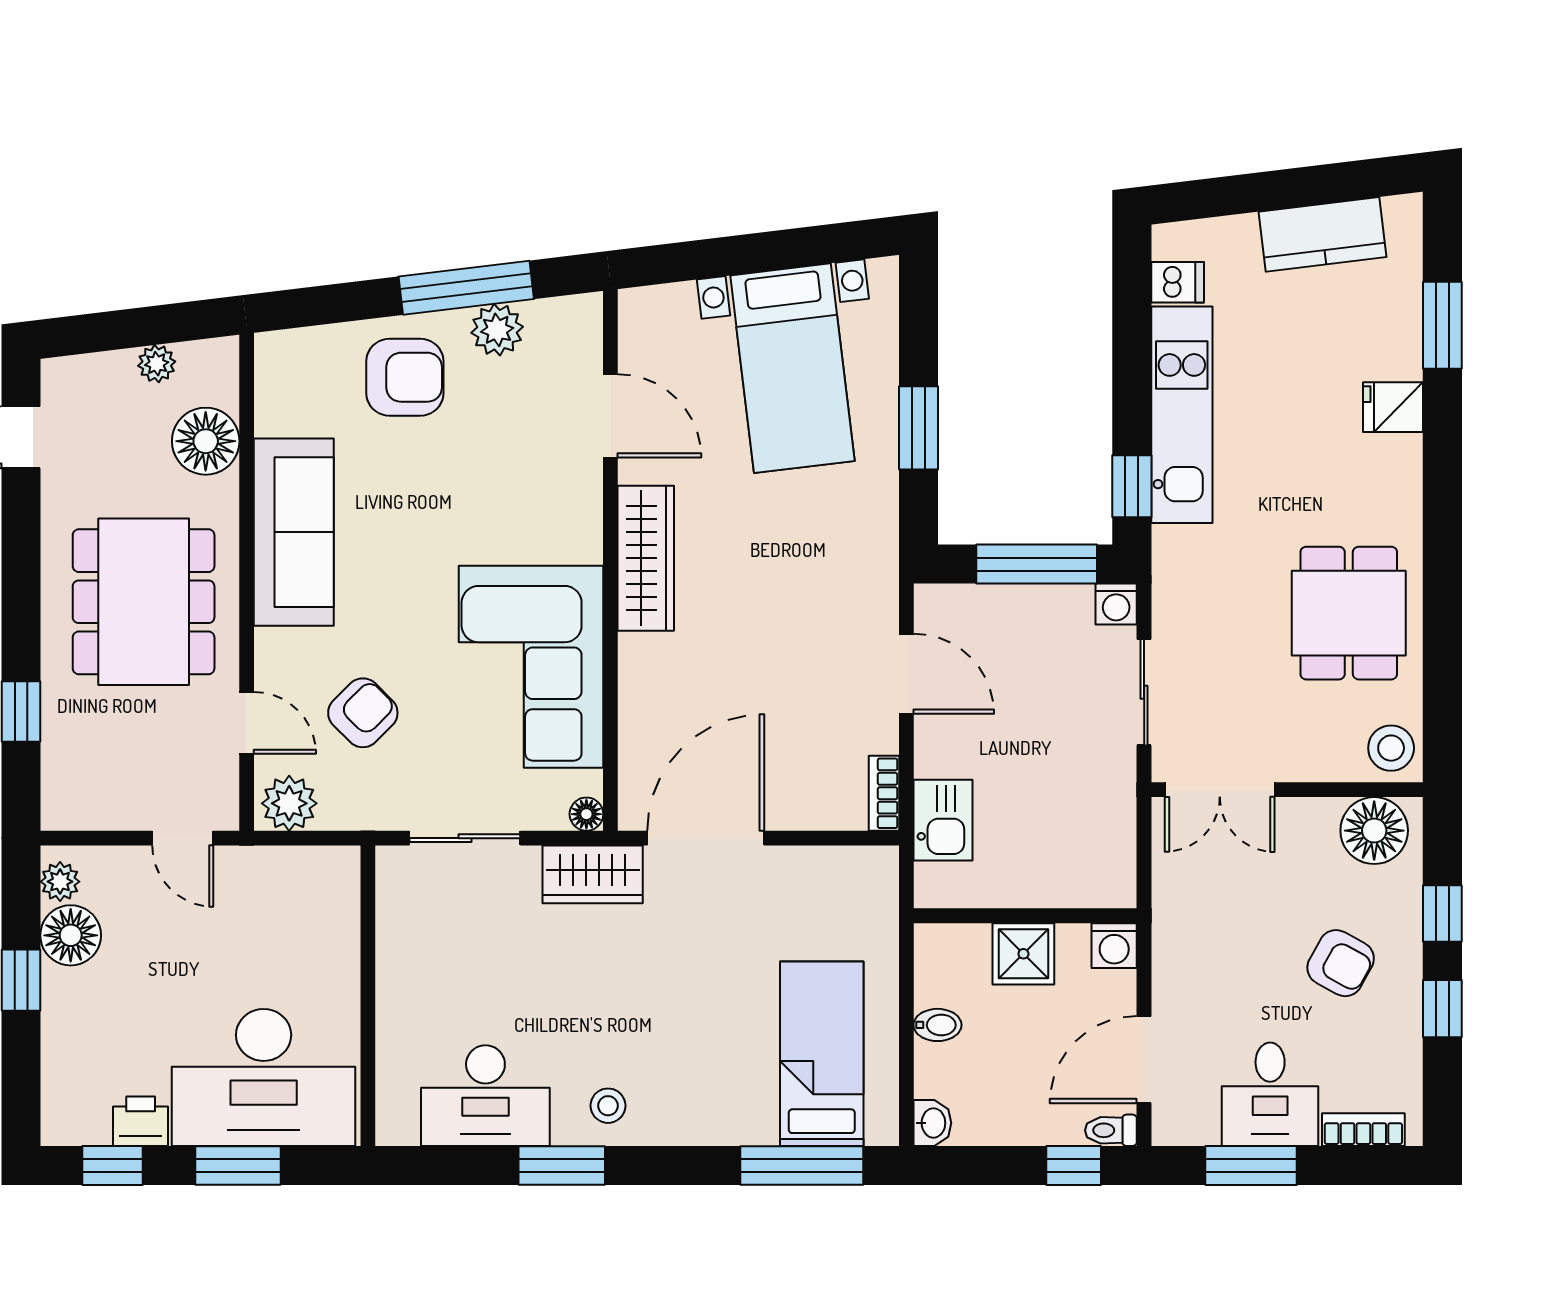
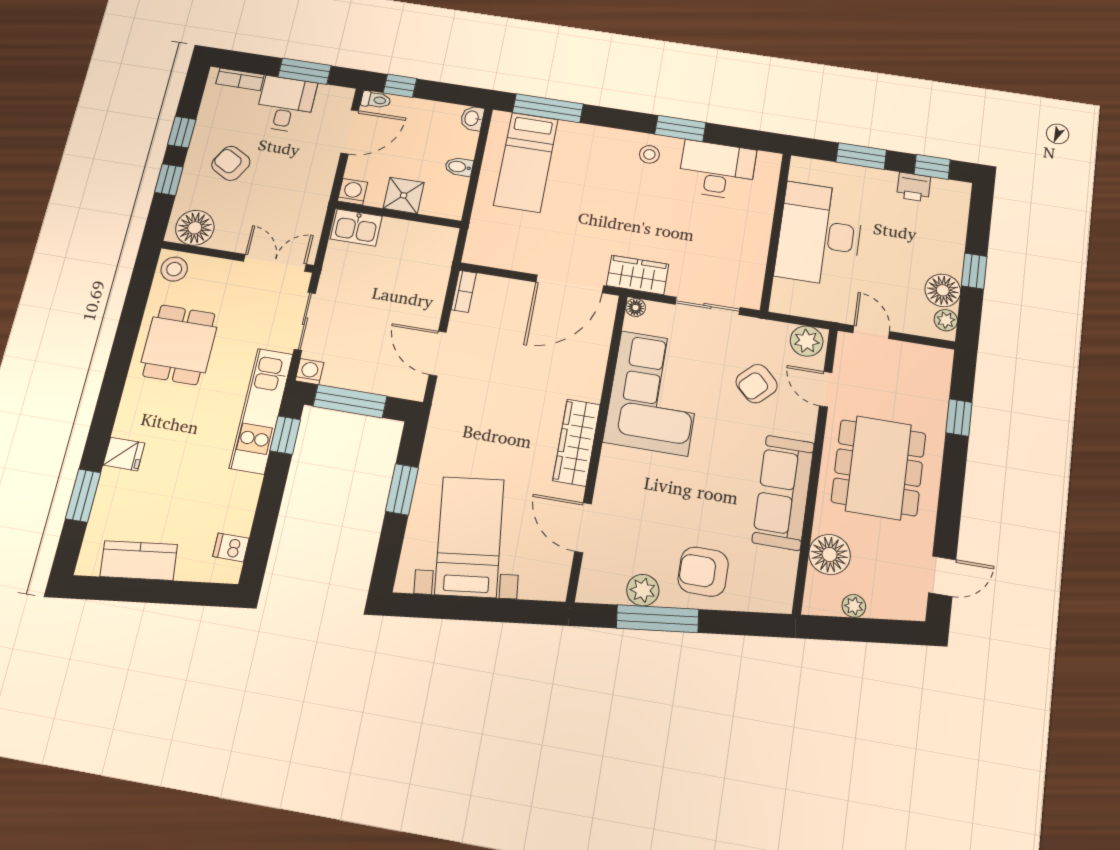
kitchen unit: (1182, 415) -> (261, 411), moved
kitchen sink: (943, 820) -> (356, 228), moved, turned -90
desk: (264, 1078) -> (820, 234), moved, turned -90

